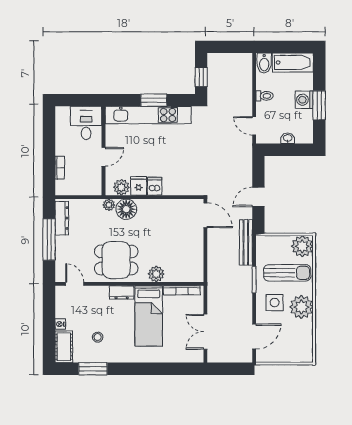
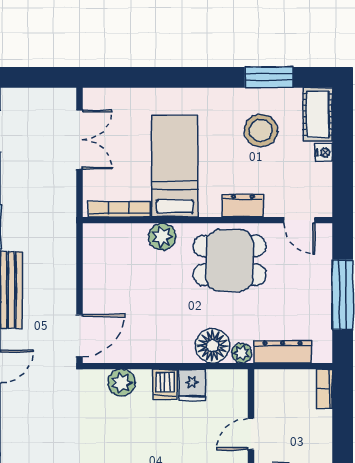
bookcase: (60, 168) -> (325, 389), moved
plant: (121, 187) -> (122, 383), moved
door: (205, 215) -> (79, 335), swing flipped
dresser: (62, 218) -> (282, 352), moved, turned 90
dresser: (122, 293) -> (243, 206), moved
stool: (98, 337) -> (261, 131), width x1.89, depth x1.89

